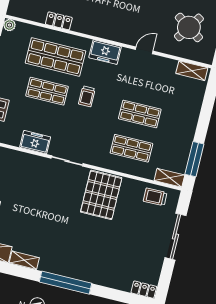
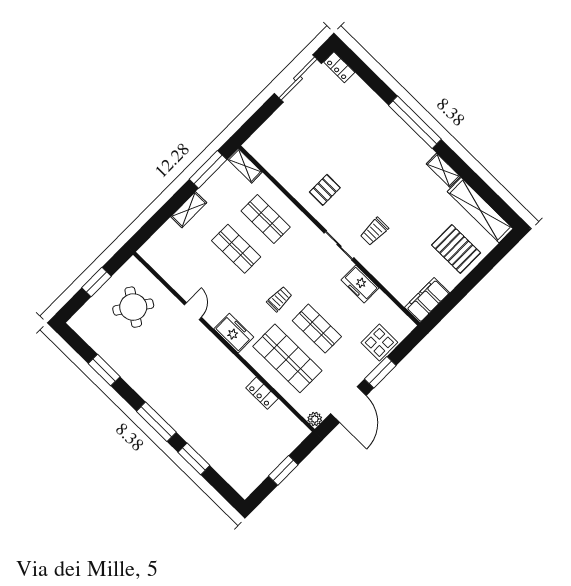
door: (144, 50) -> (193, 311), swing flipped
shelving: (192, 71) -> (189, 210), moved, turned 90
pallet: (101, 195) -> (325, 190), width x0.49, depth x0.50
trolley: (155, 197) -> (374, 231), moved, turned 91
sliding door: (175, 237) -> (298, 79), moved

